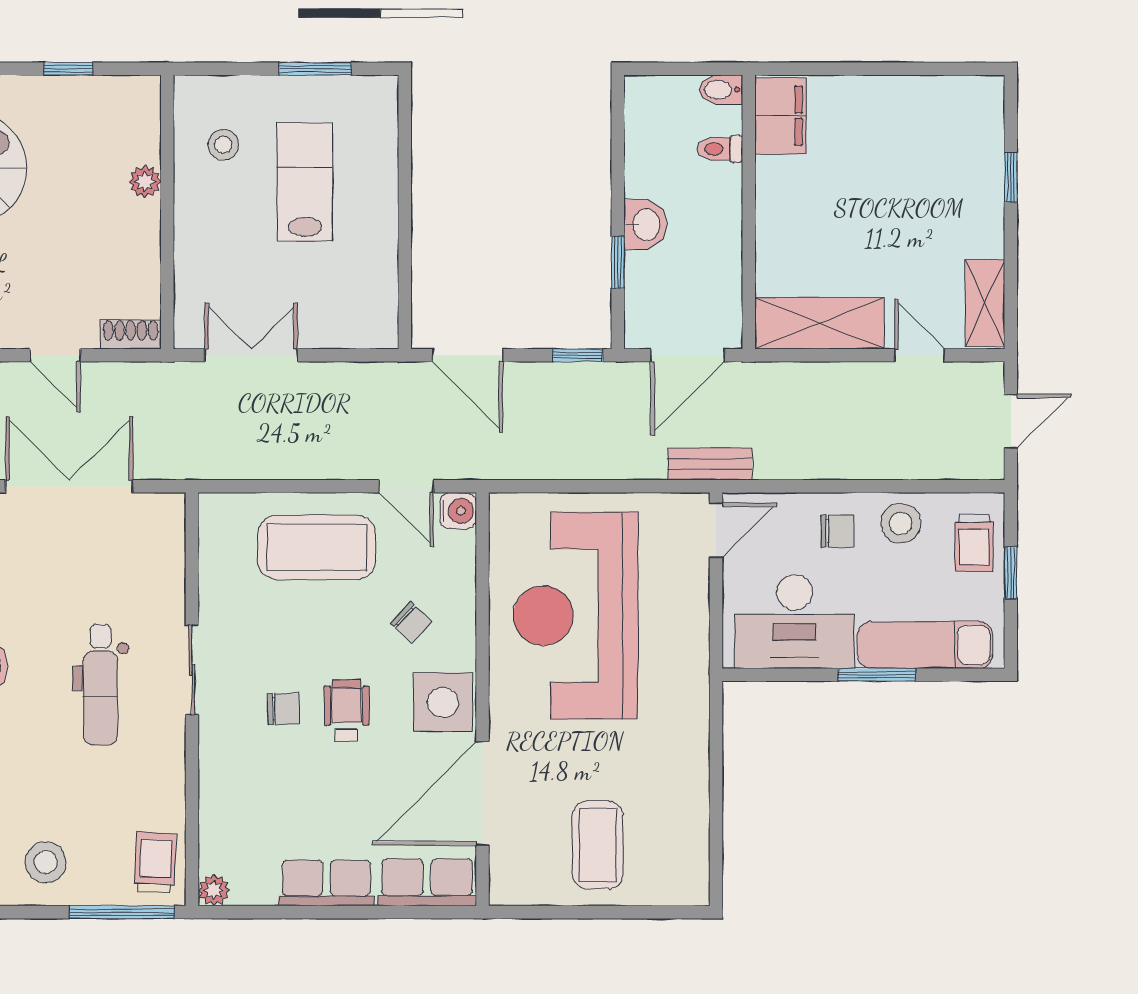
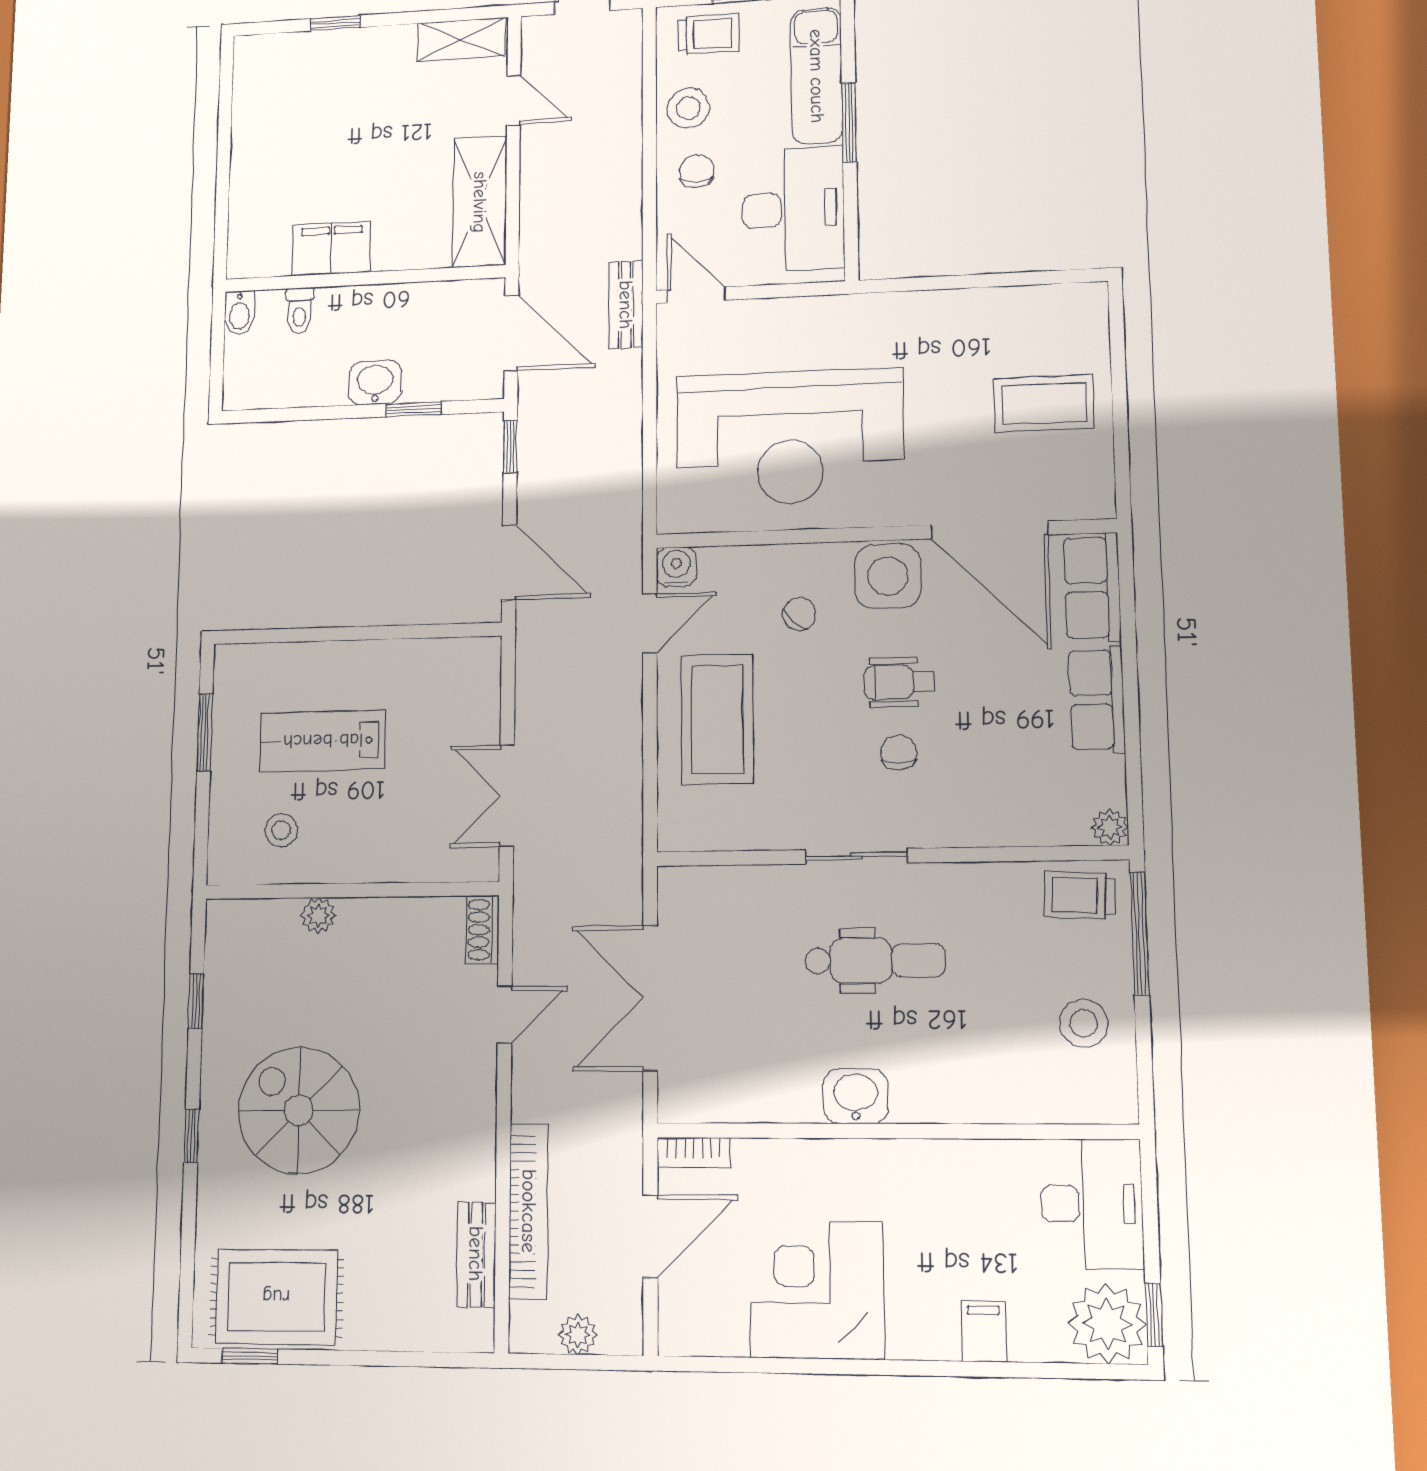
filing cabinet: (781, 116) -> (331, 248), moved
door: (468, 355) -> (509, 562), hinge flipped
door: (919, 355) -> (514, 100), swing flipped

